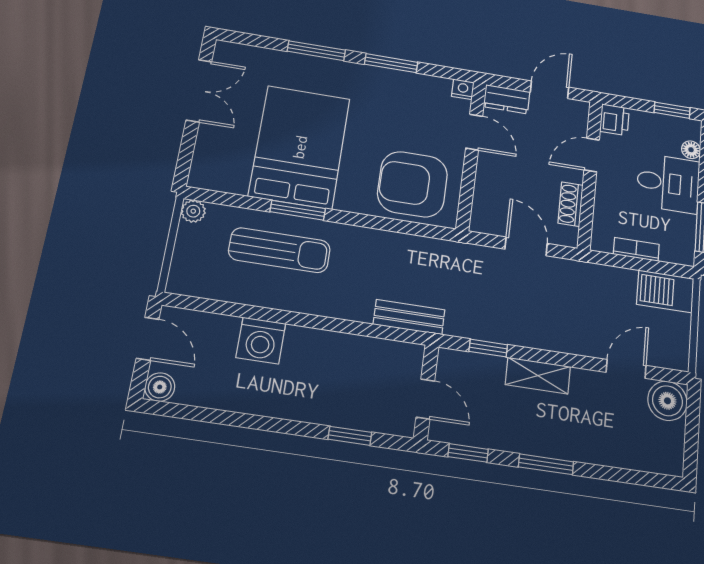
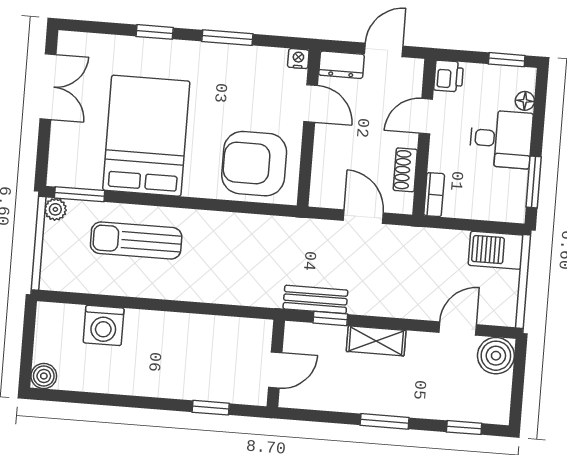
window: (316, 51) -> (155, 32), width x0.67
window: (298, 210) -> (80, 194), moved
bookcase: (636, 249) -> (434, 195), moved, turned 90
sun lounger: (279, 250) -> (136, 240), turned 180
bench: (409, 317) -> (315, 299), moved
door: (148, 339) -> (29, 333), removed
washing machine: (261, 341) -> (104, 325), moved
door: (425, 399) -> (275, 370), hinge flipped
window: (468, 453) -> (464, 428), moved

